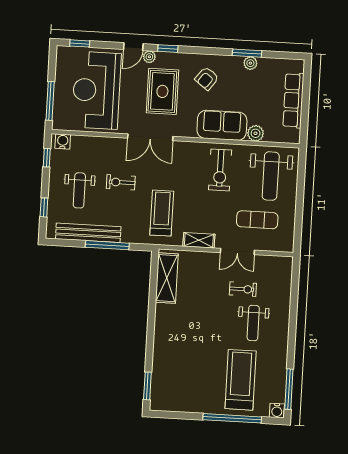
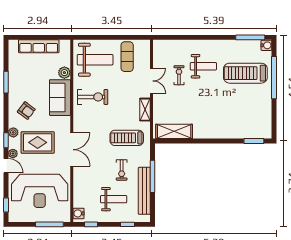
plant: (250, 63) -> (13, 132), moved
exercise bike: (121, 182) -> (122, 170), moved
exercise mat: (257, 220) -> (127, 57), moved

